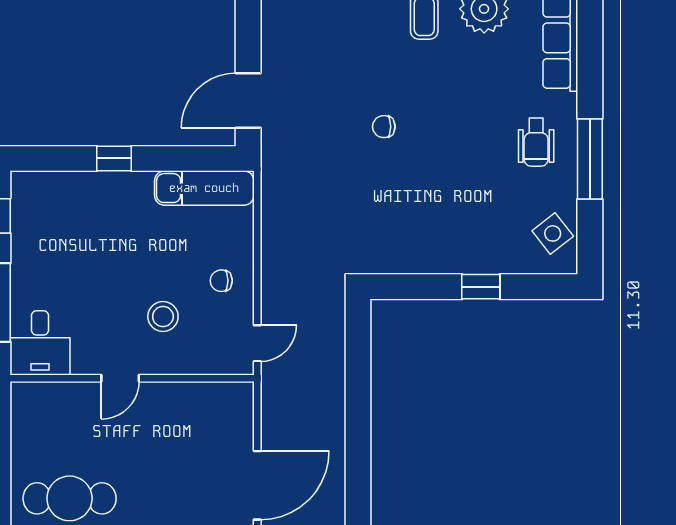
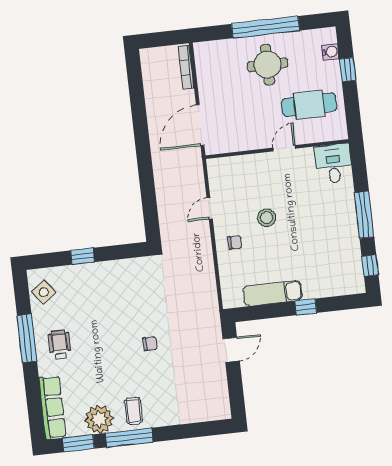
door: (248, 101) -> (231, 350), width x0.73
exam couch: (204, 188) -> (273, 293), moved
desk: (40, 343) -> (333, 164), moved
door: (120, 378) -> (284, 148), moved
wall: (132, 378) -> (277, 149), moved

